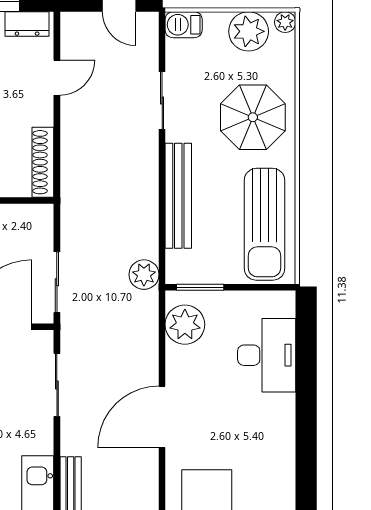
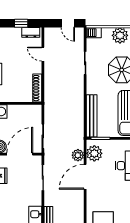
door: (57, 78) -> (43, 54), swing flipped
bench: (178, 196) -> (92, 116), moved
plant: (144, 275) -> (78, 155), moved
door: (162, 417) -> (85, 177), moved

